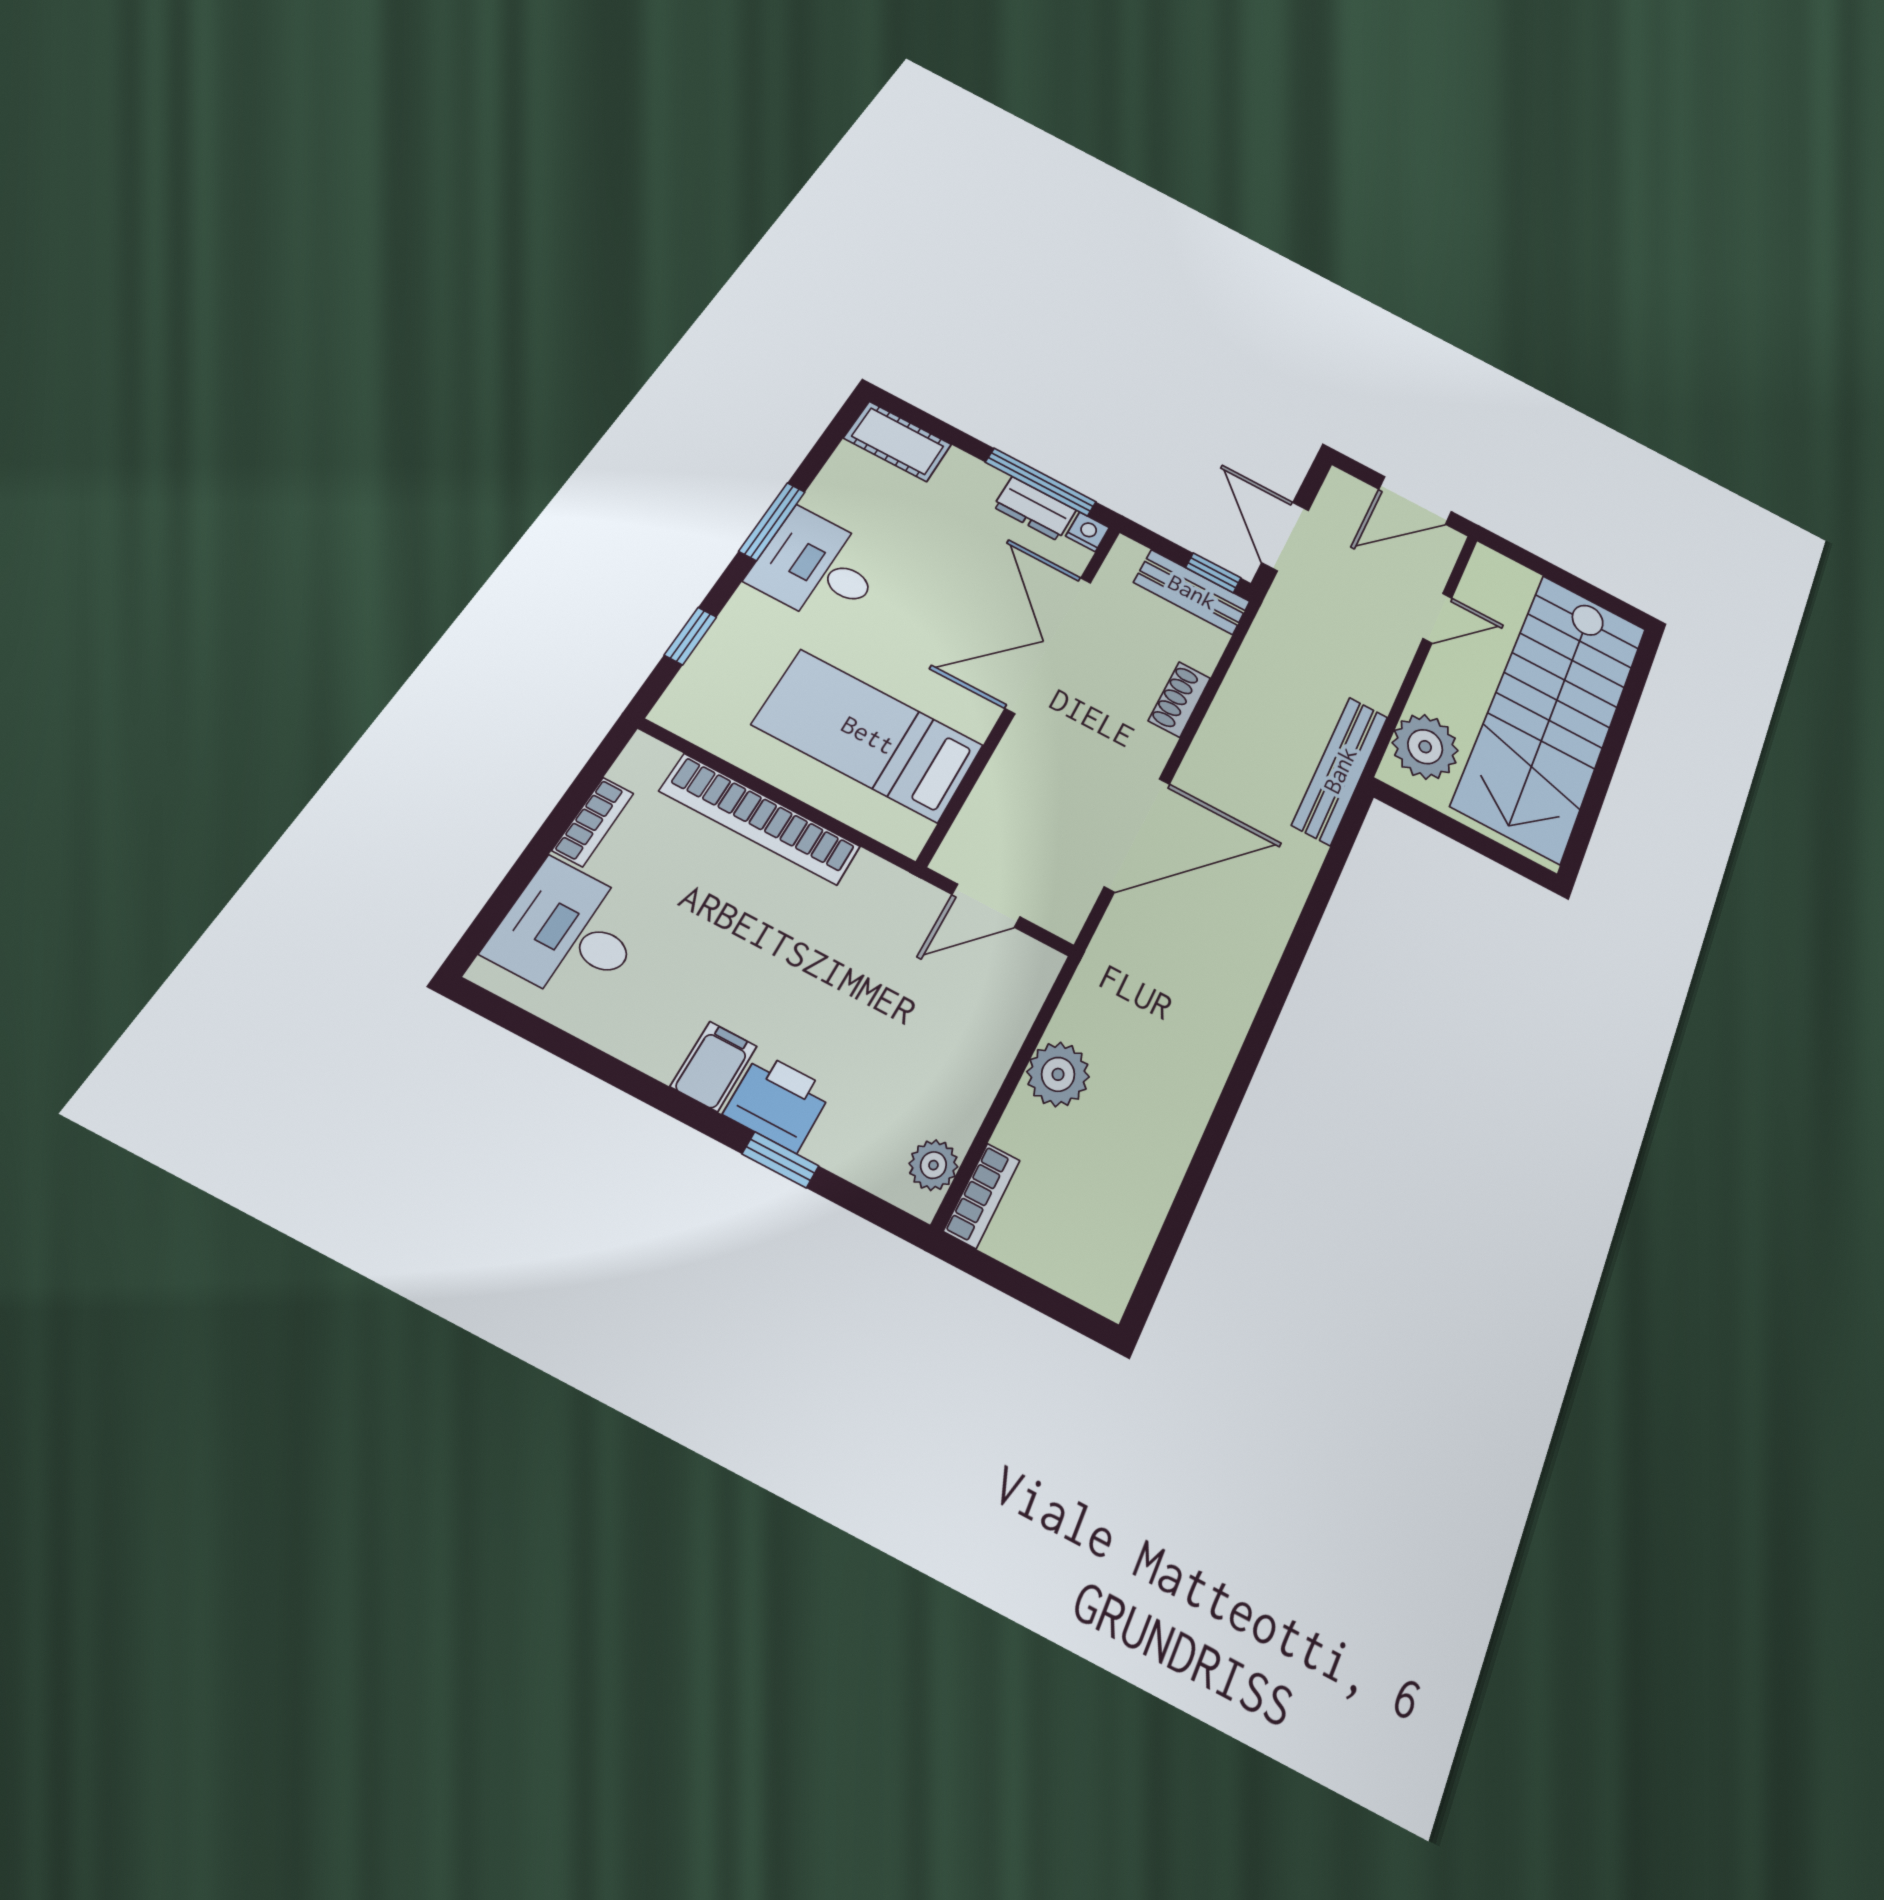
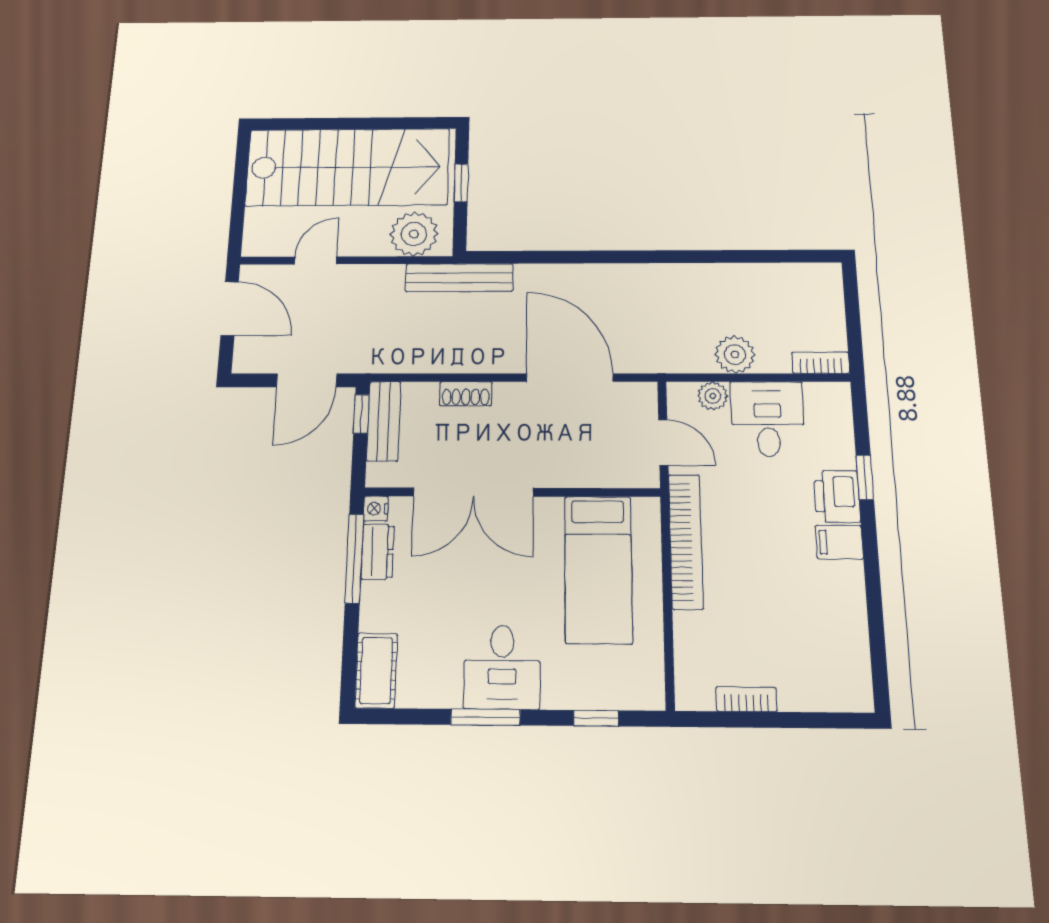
door: (1437, 618) -> (316, 260), hinge flipped
bookcase: (760, 819) -> (686, 541), moved
window: (1474, 840) -> (461, 183), added
desk: (569, 933) -> (768, 419), moved, turned 180
plant: (933, 1165) -> (713, 396), moved

